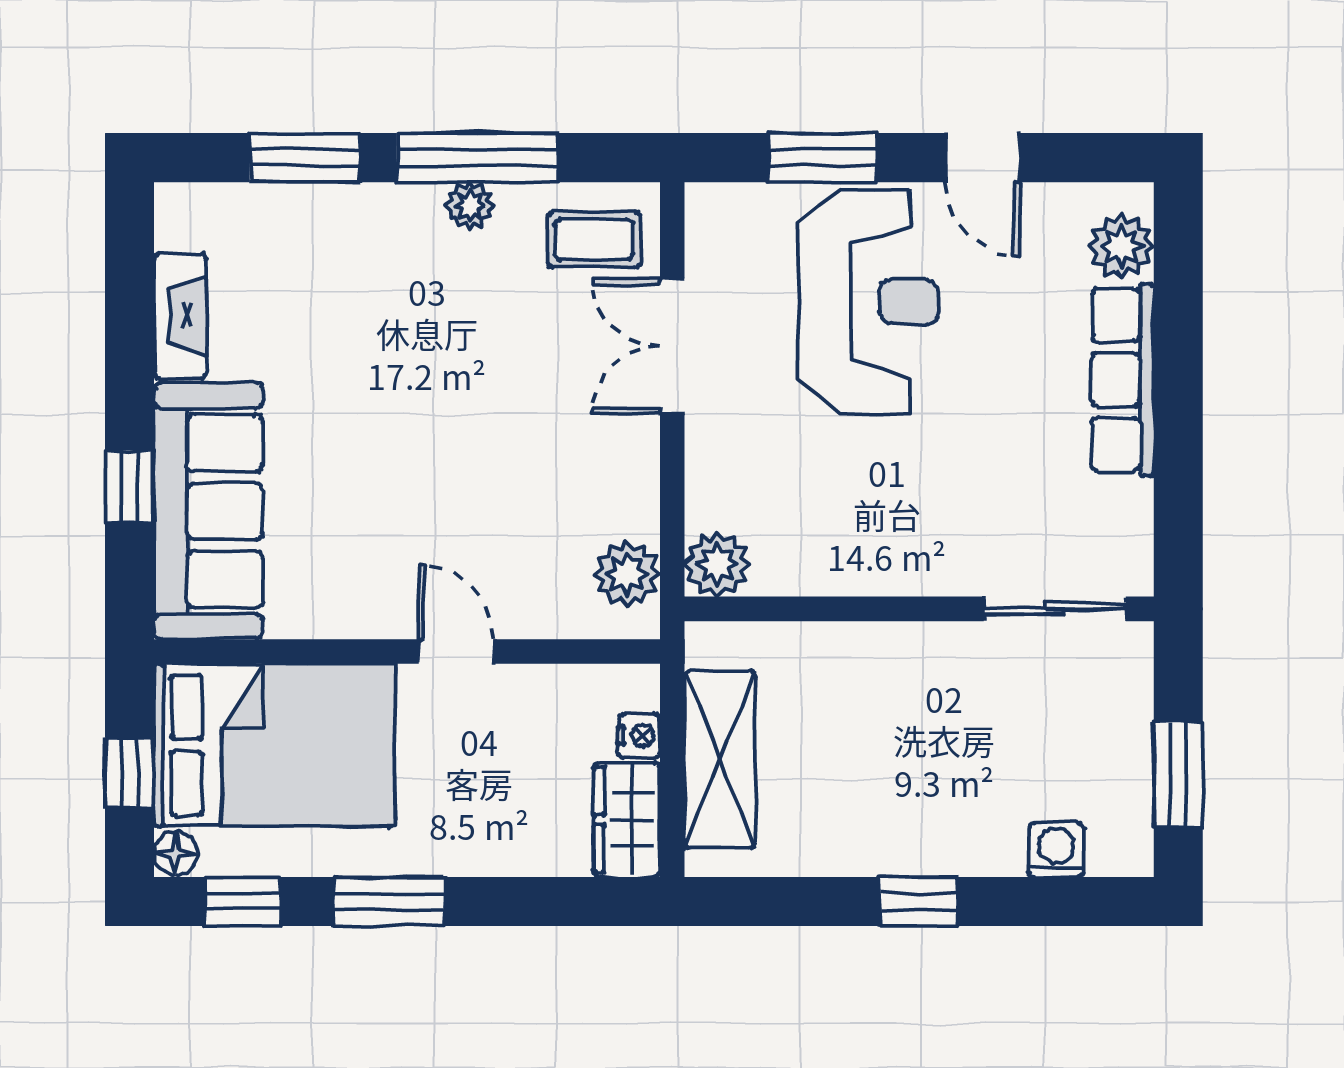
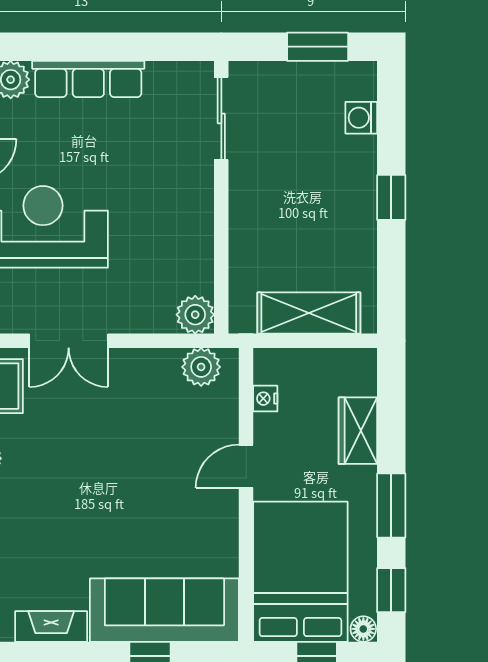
nightstand: (639, 736) -> (265, 399), moved, turned -90
wardrobe: (627, 820) -> (358, 431), moved, turned 90

